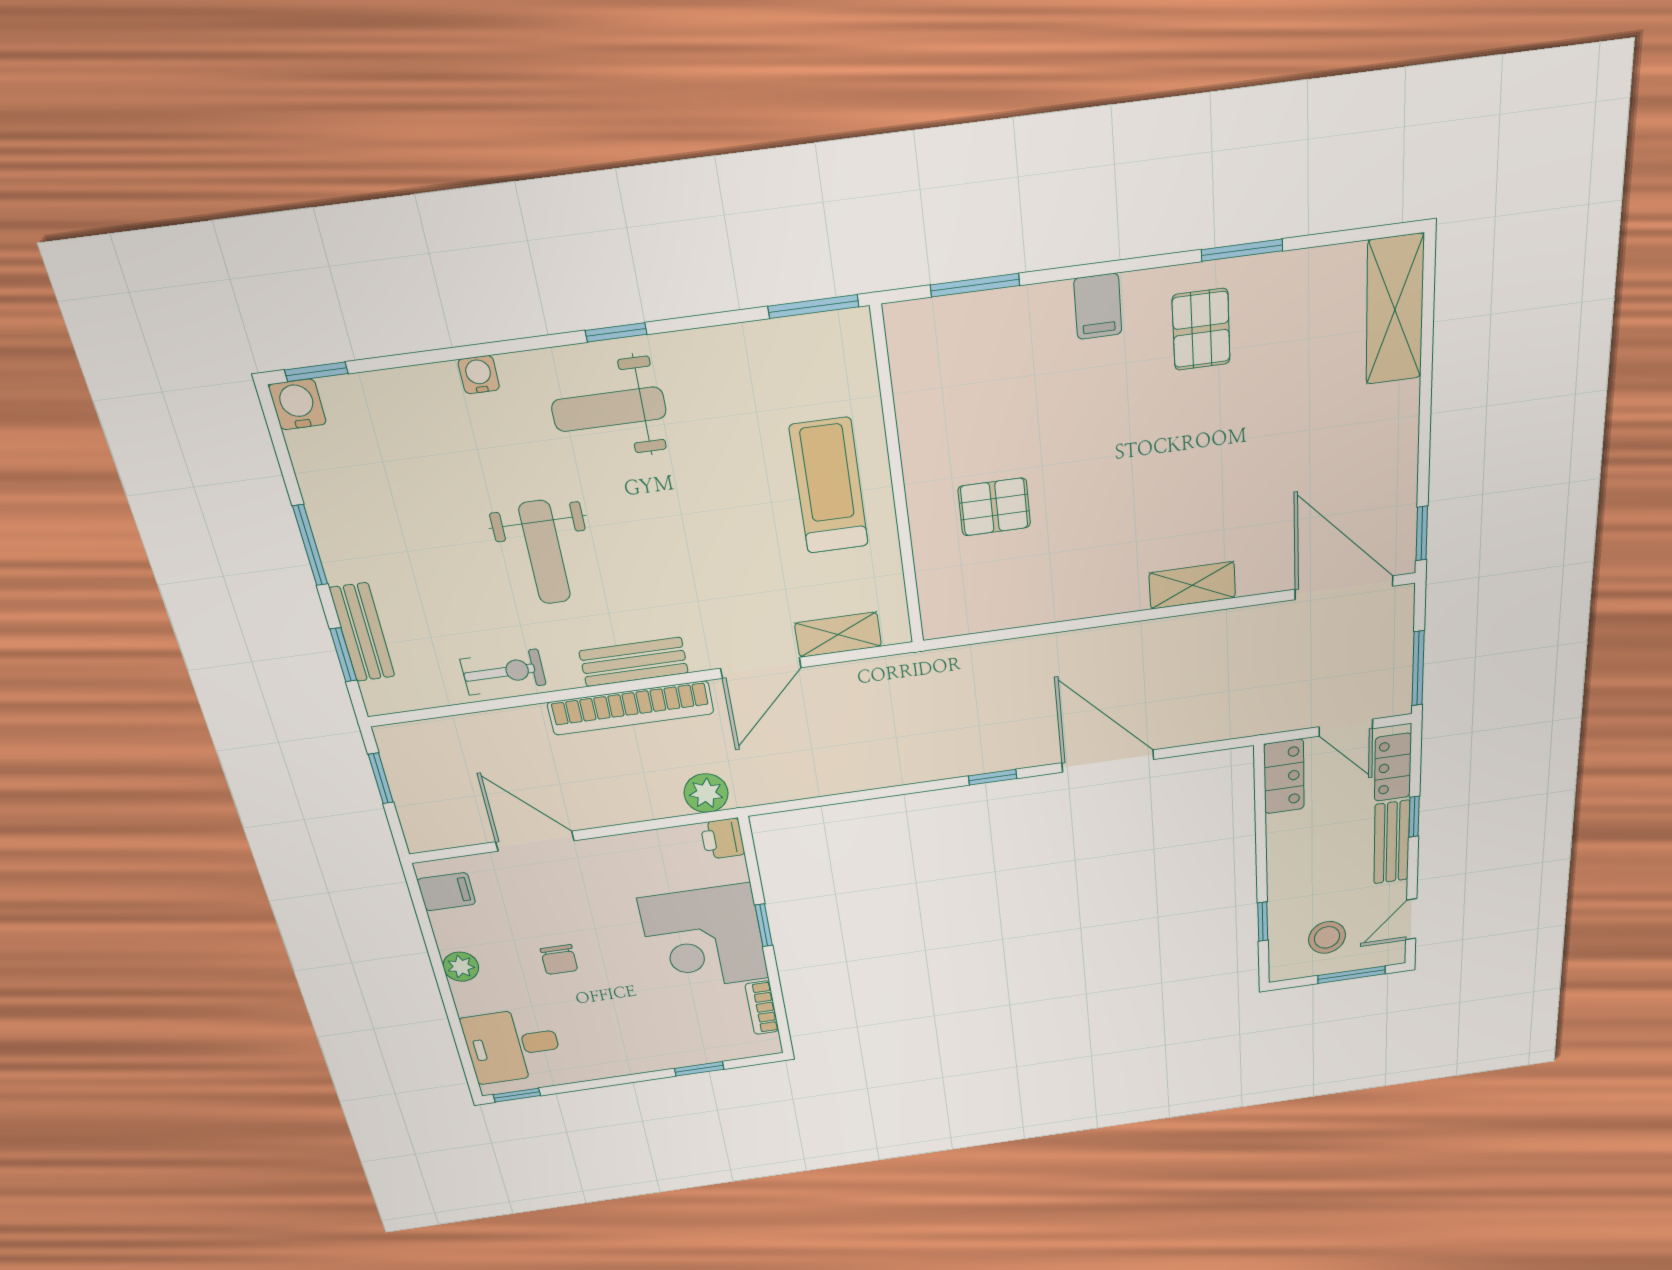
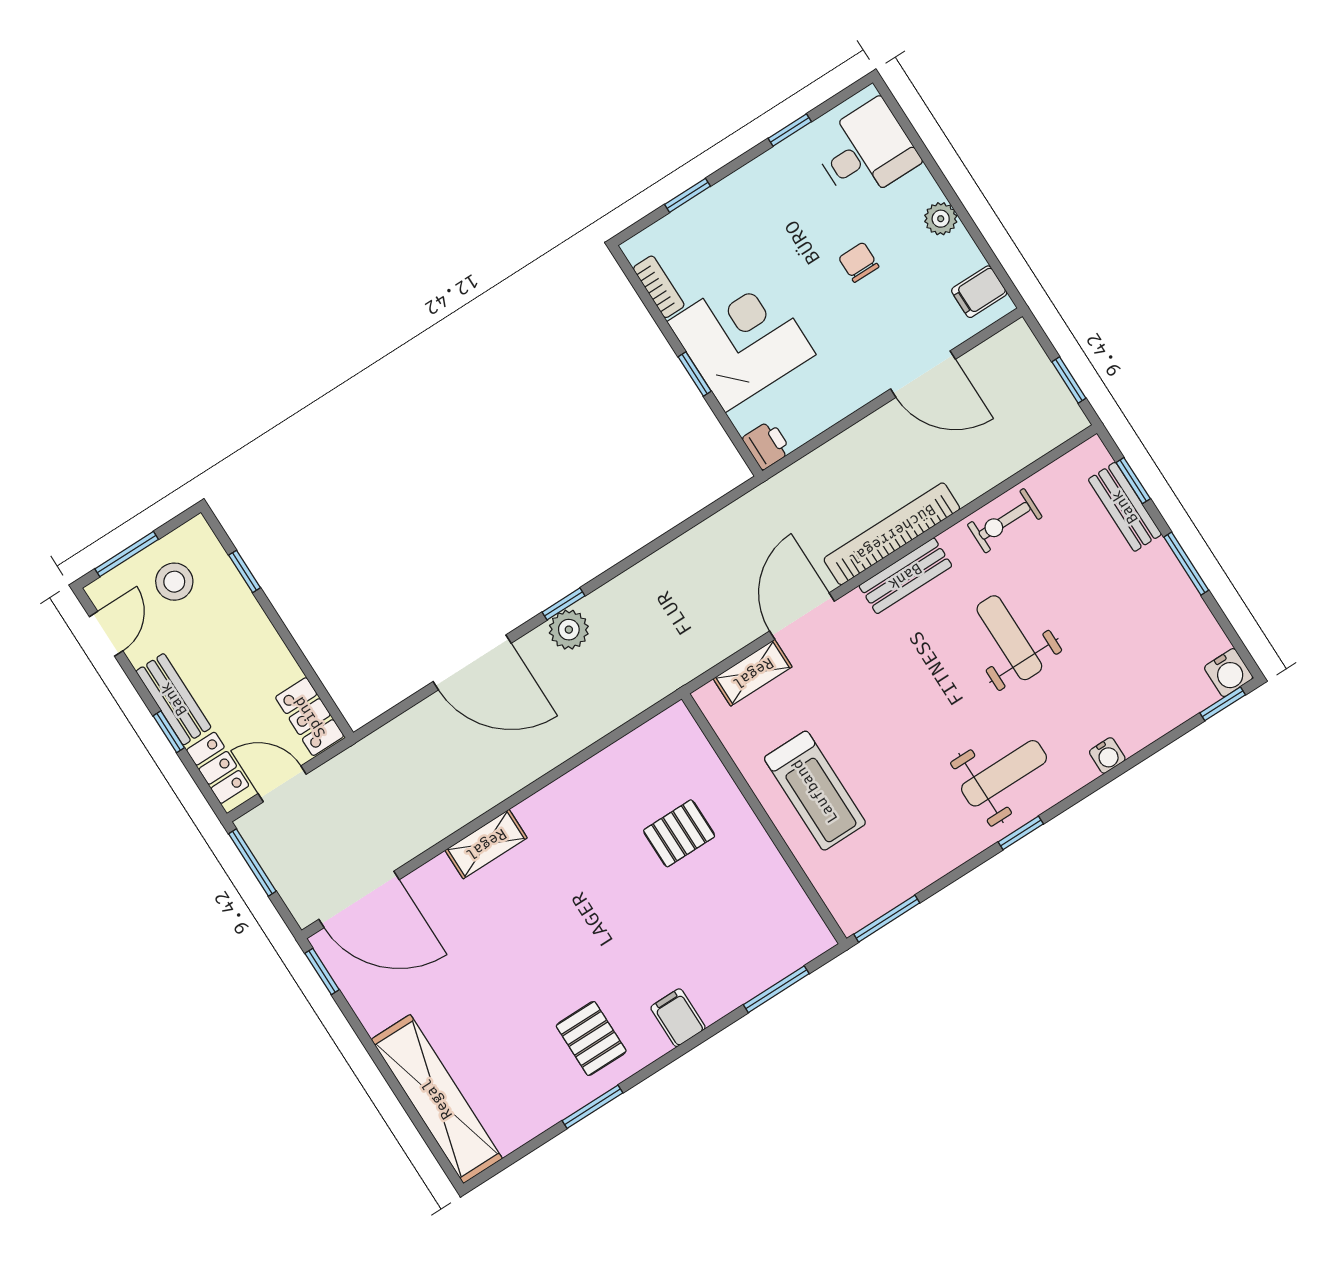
shelving: (1395, 310) -> (437, 1099), width x1.47
plant: (706, 793) -> (569, 630), moved
window: (517, 1095) -> (790, 130), moved

